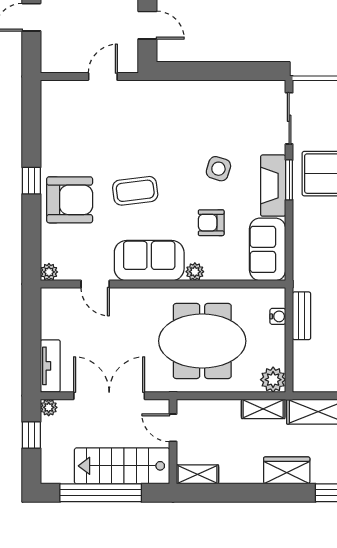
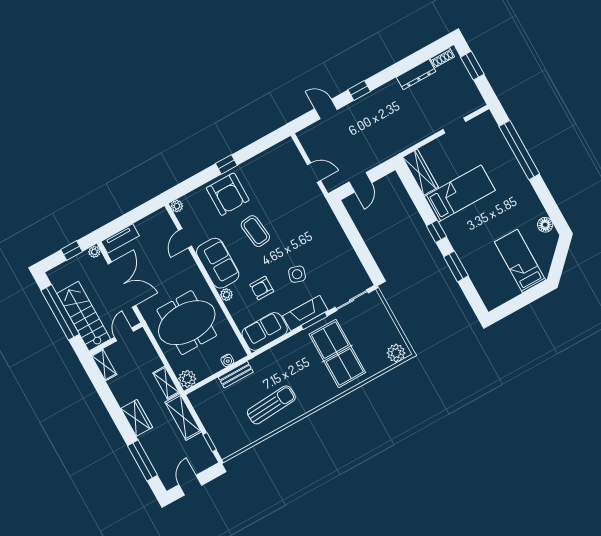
armchair: (211, 223) -> (262, 288), turned -90
meeting table: (202, 341) -> (187, 323), turned 90

